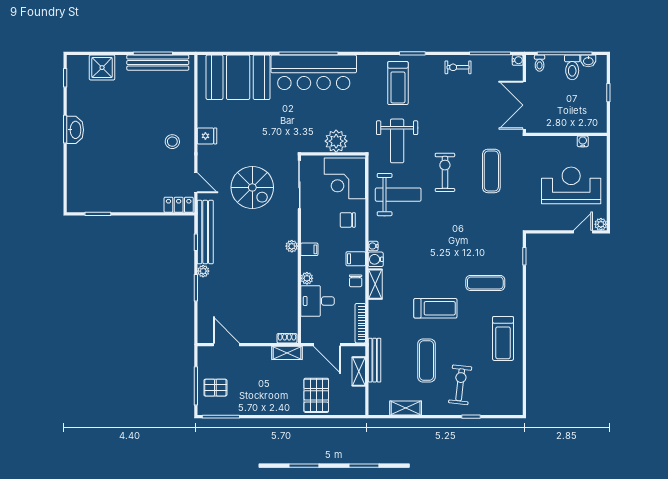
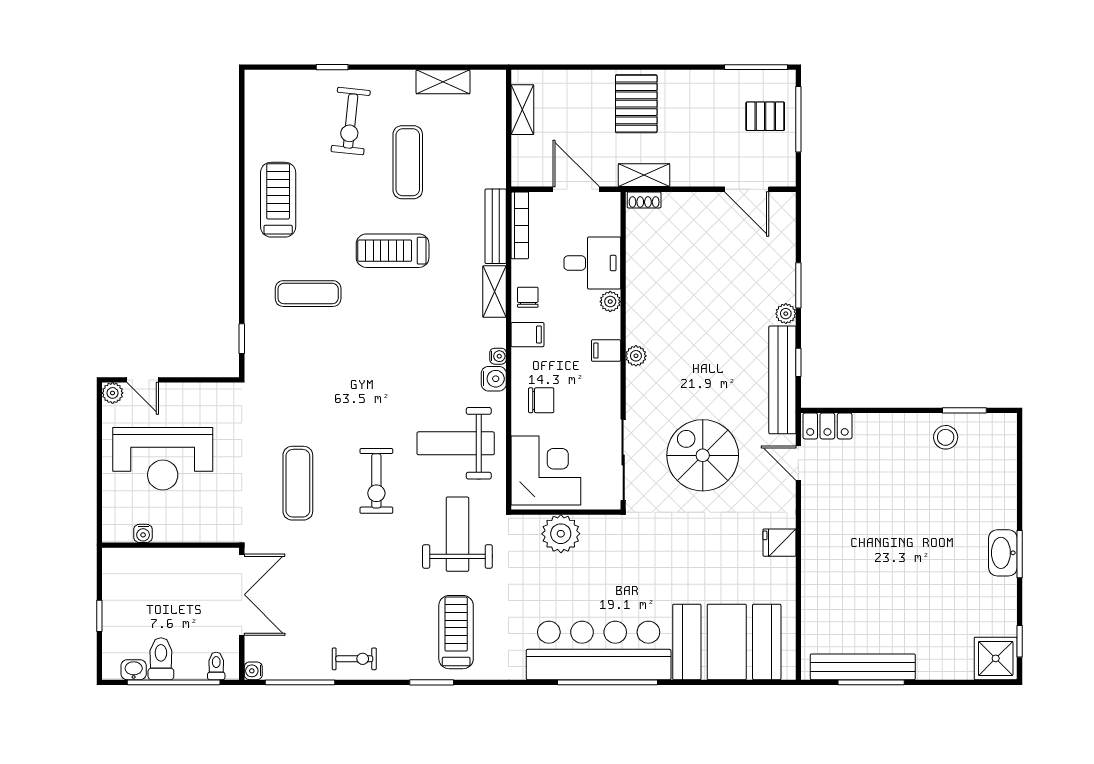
shower: (102, 68) -> (996, 658), moved
stool: (172, 142) -> (946, 437), moved
door: (583, 232) -> (143, 380), hinge flipped
water cooler: (376, 259) -> (494, 379), moved
bench: (375, 360) -> (496, 226), moved
shelving: (359, 371) -> (522, 110), moved
pallet: (316, 395) -> (636, 104), moved

